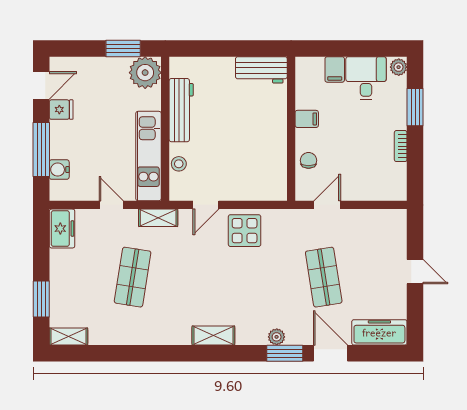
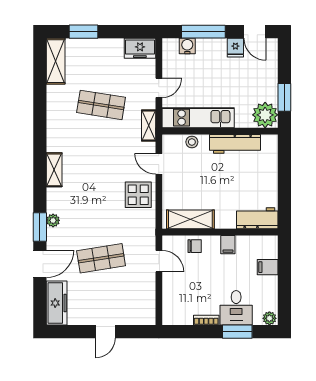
workbench: (261, 70) -> (257, 218), moved, turned 90
desk: (366, 78) -> (236, 308), moved, turned 90
shelving: (275, 166) -> (190, 219), added
shelving: (68, 337) -> (56, 61), width x1.50, depth x1.33

